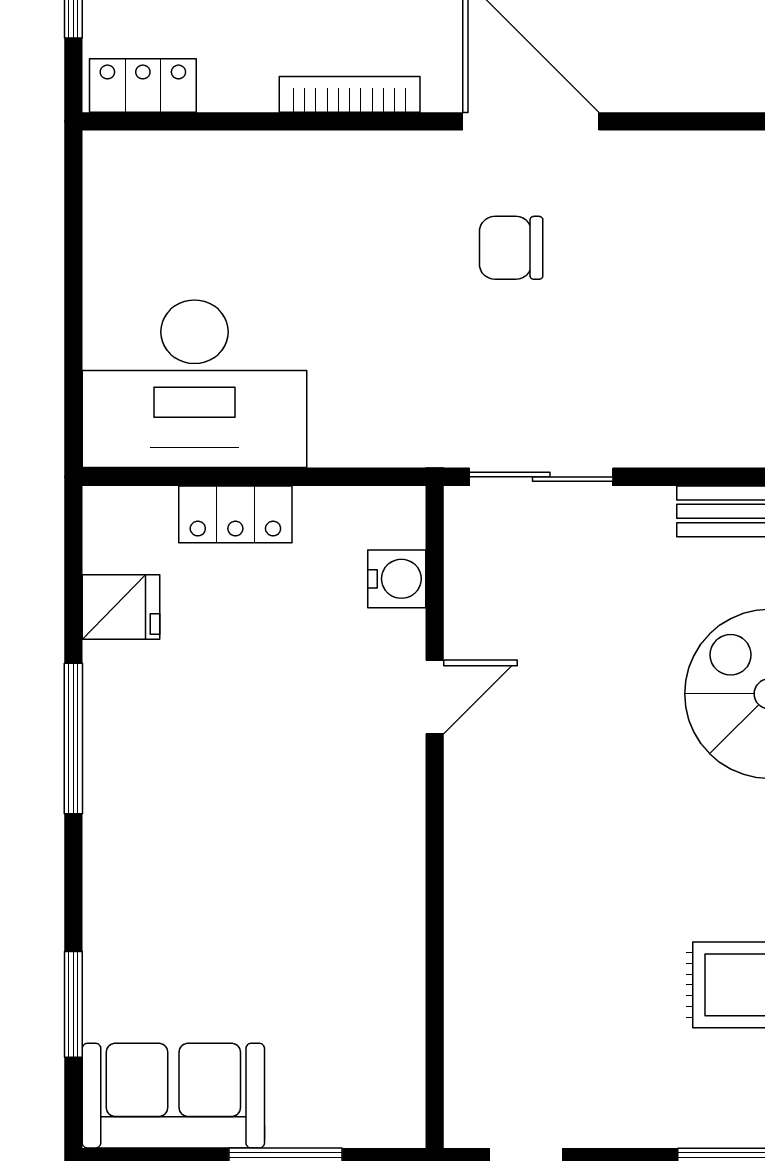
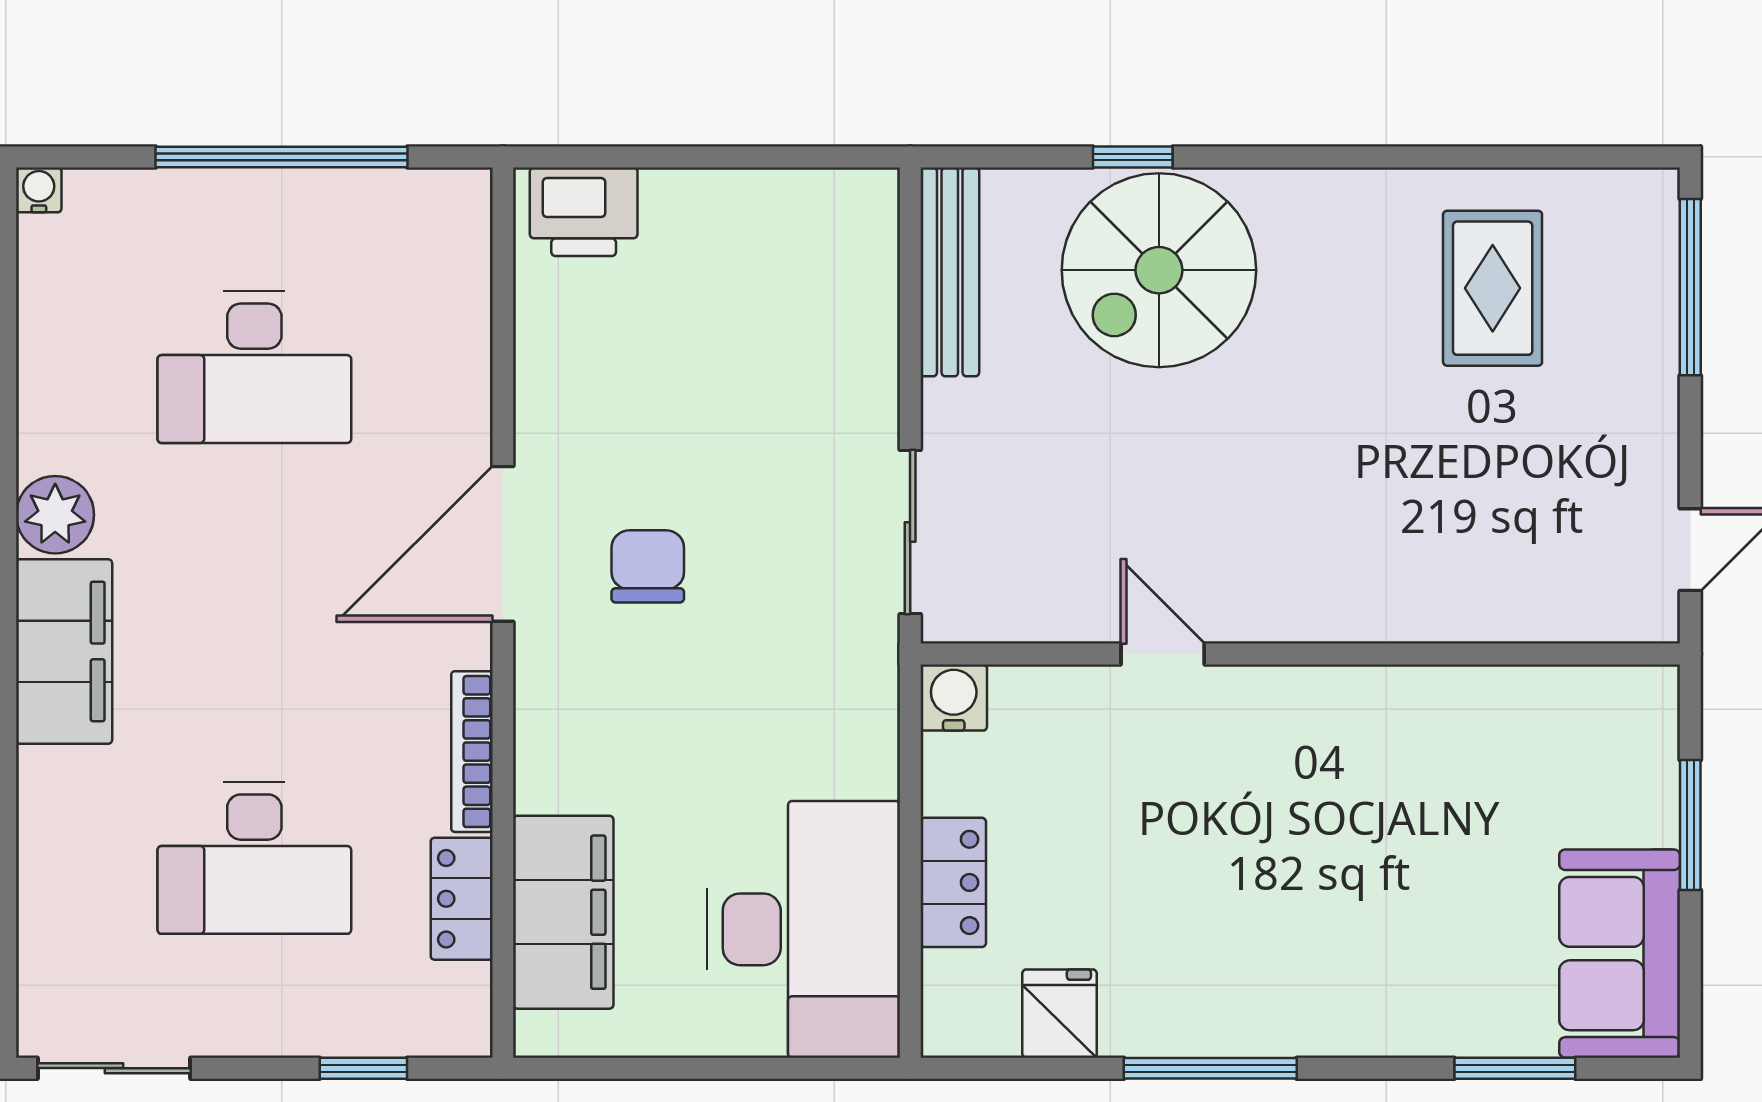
locker: (143, 85) -> (462, 899), moved
filing cabinet: (209, 174) -> (563, 912), added
chair: (511, 248) -> (648, 566), turned 180
water cooler: (397, 579) -> (954, 698), moved

